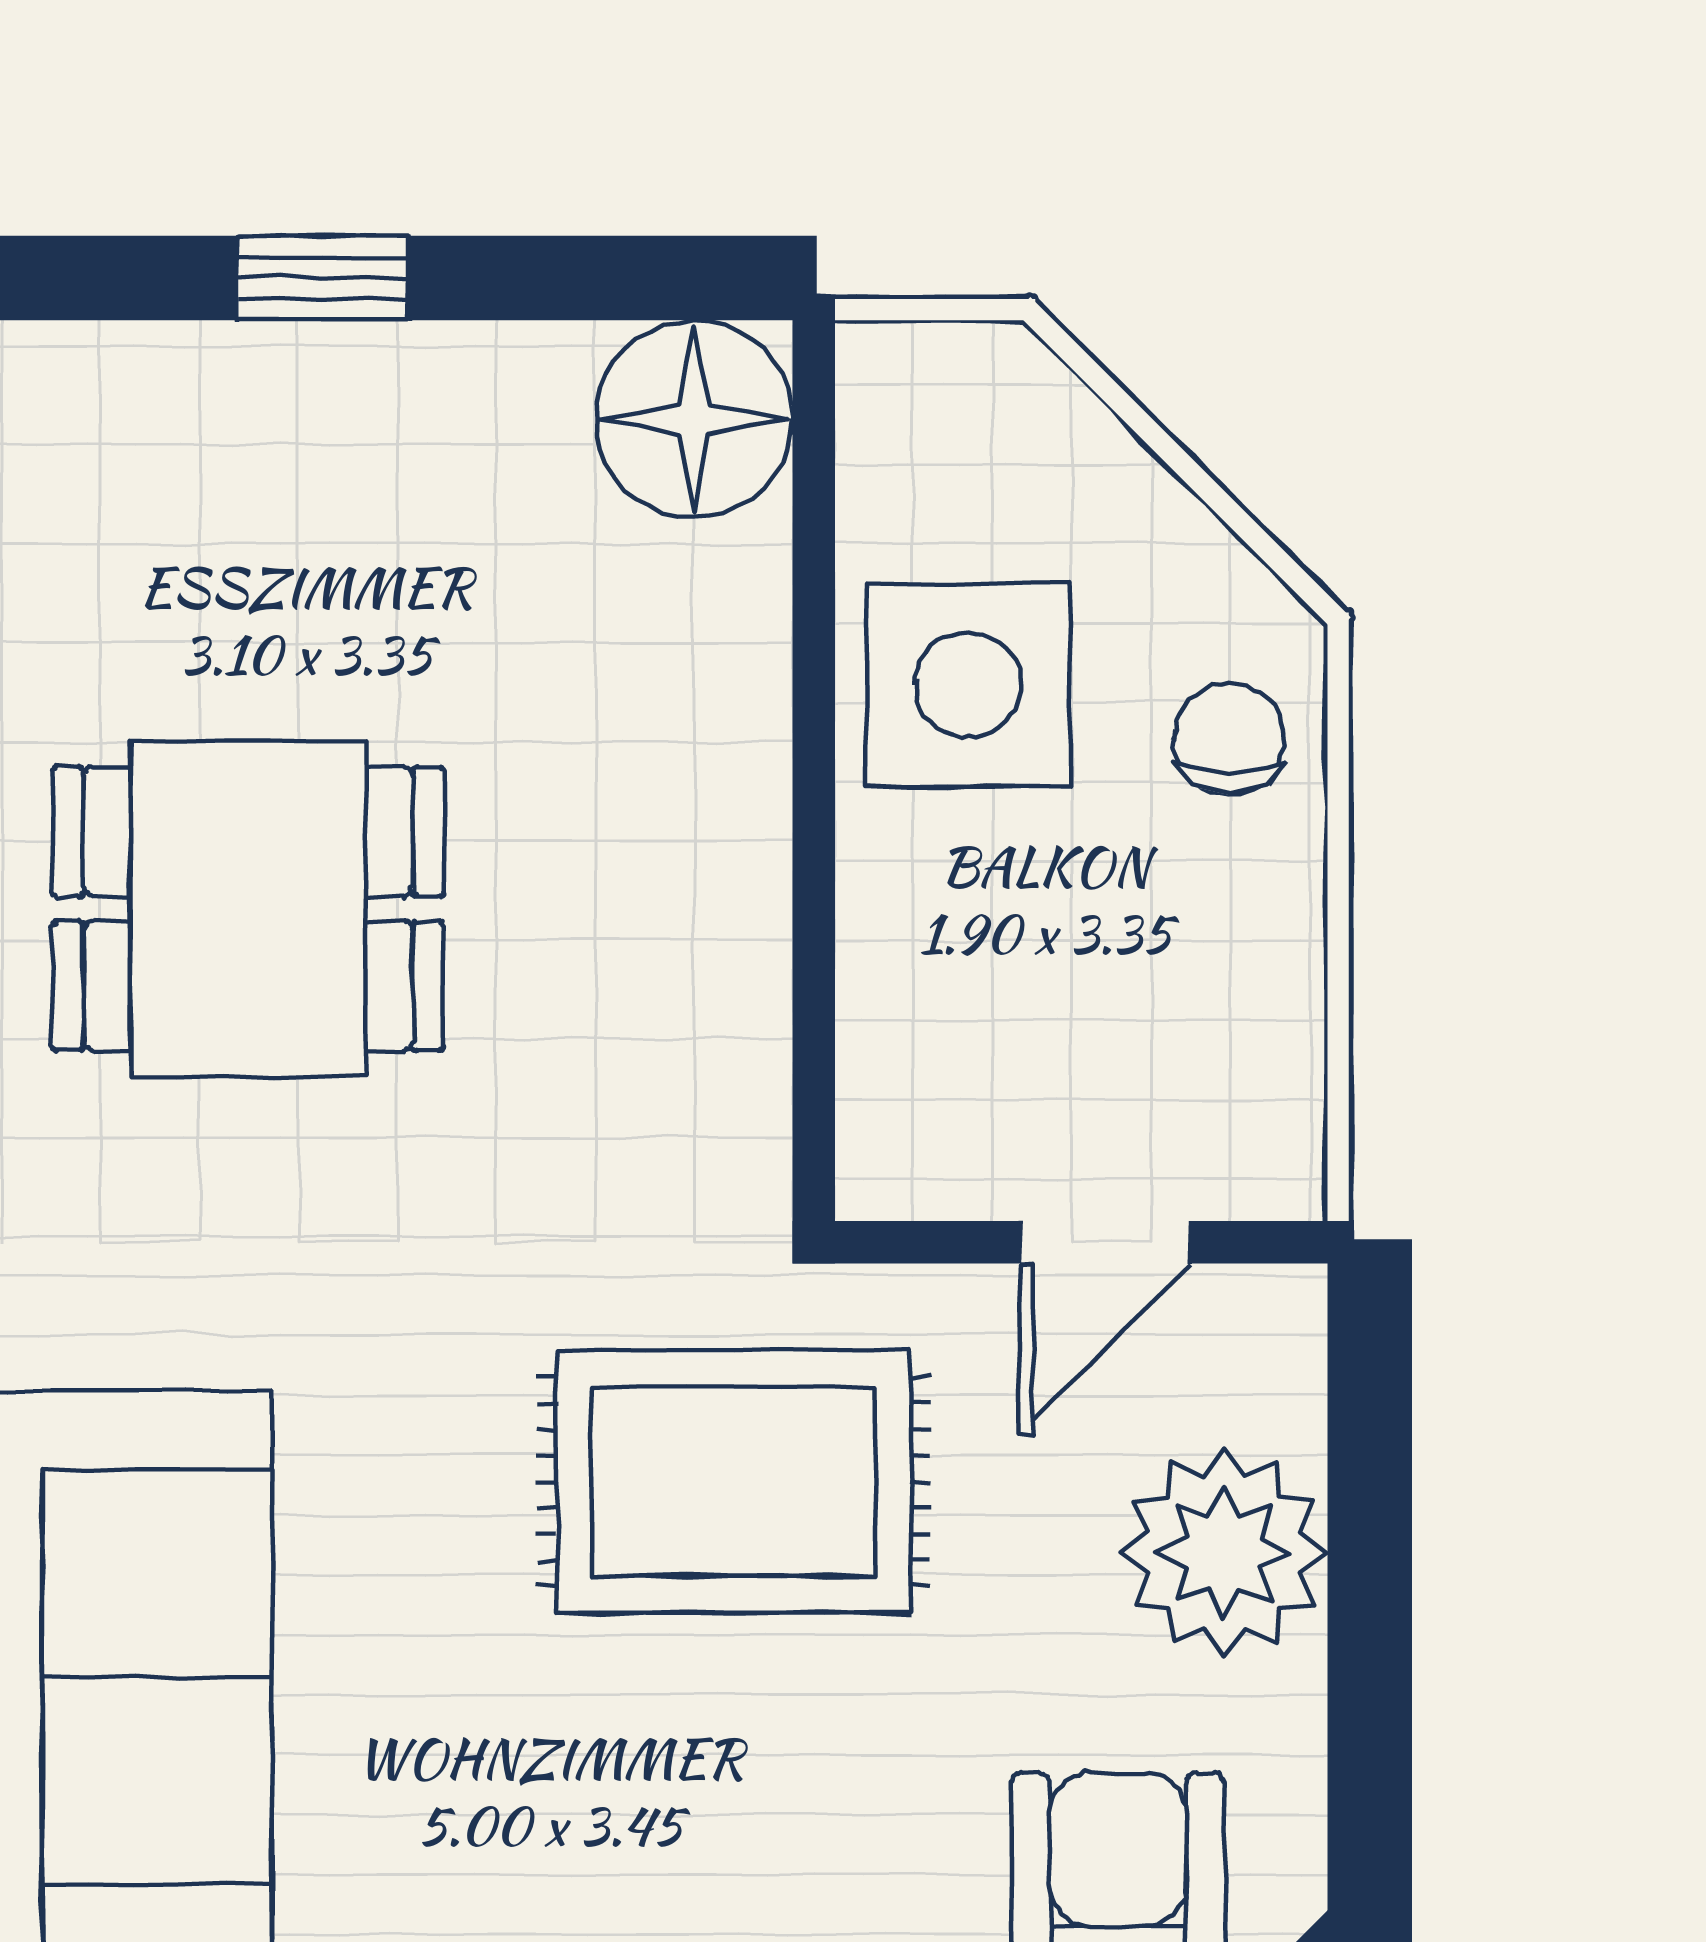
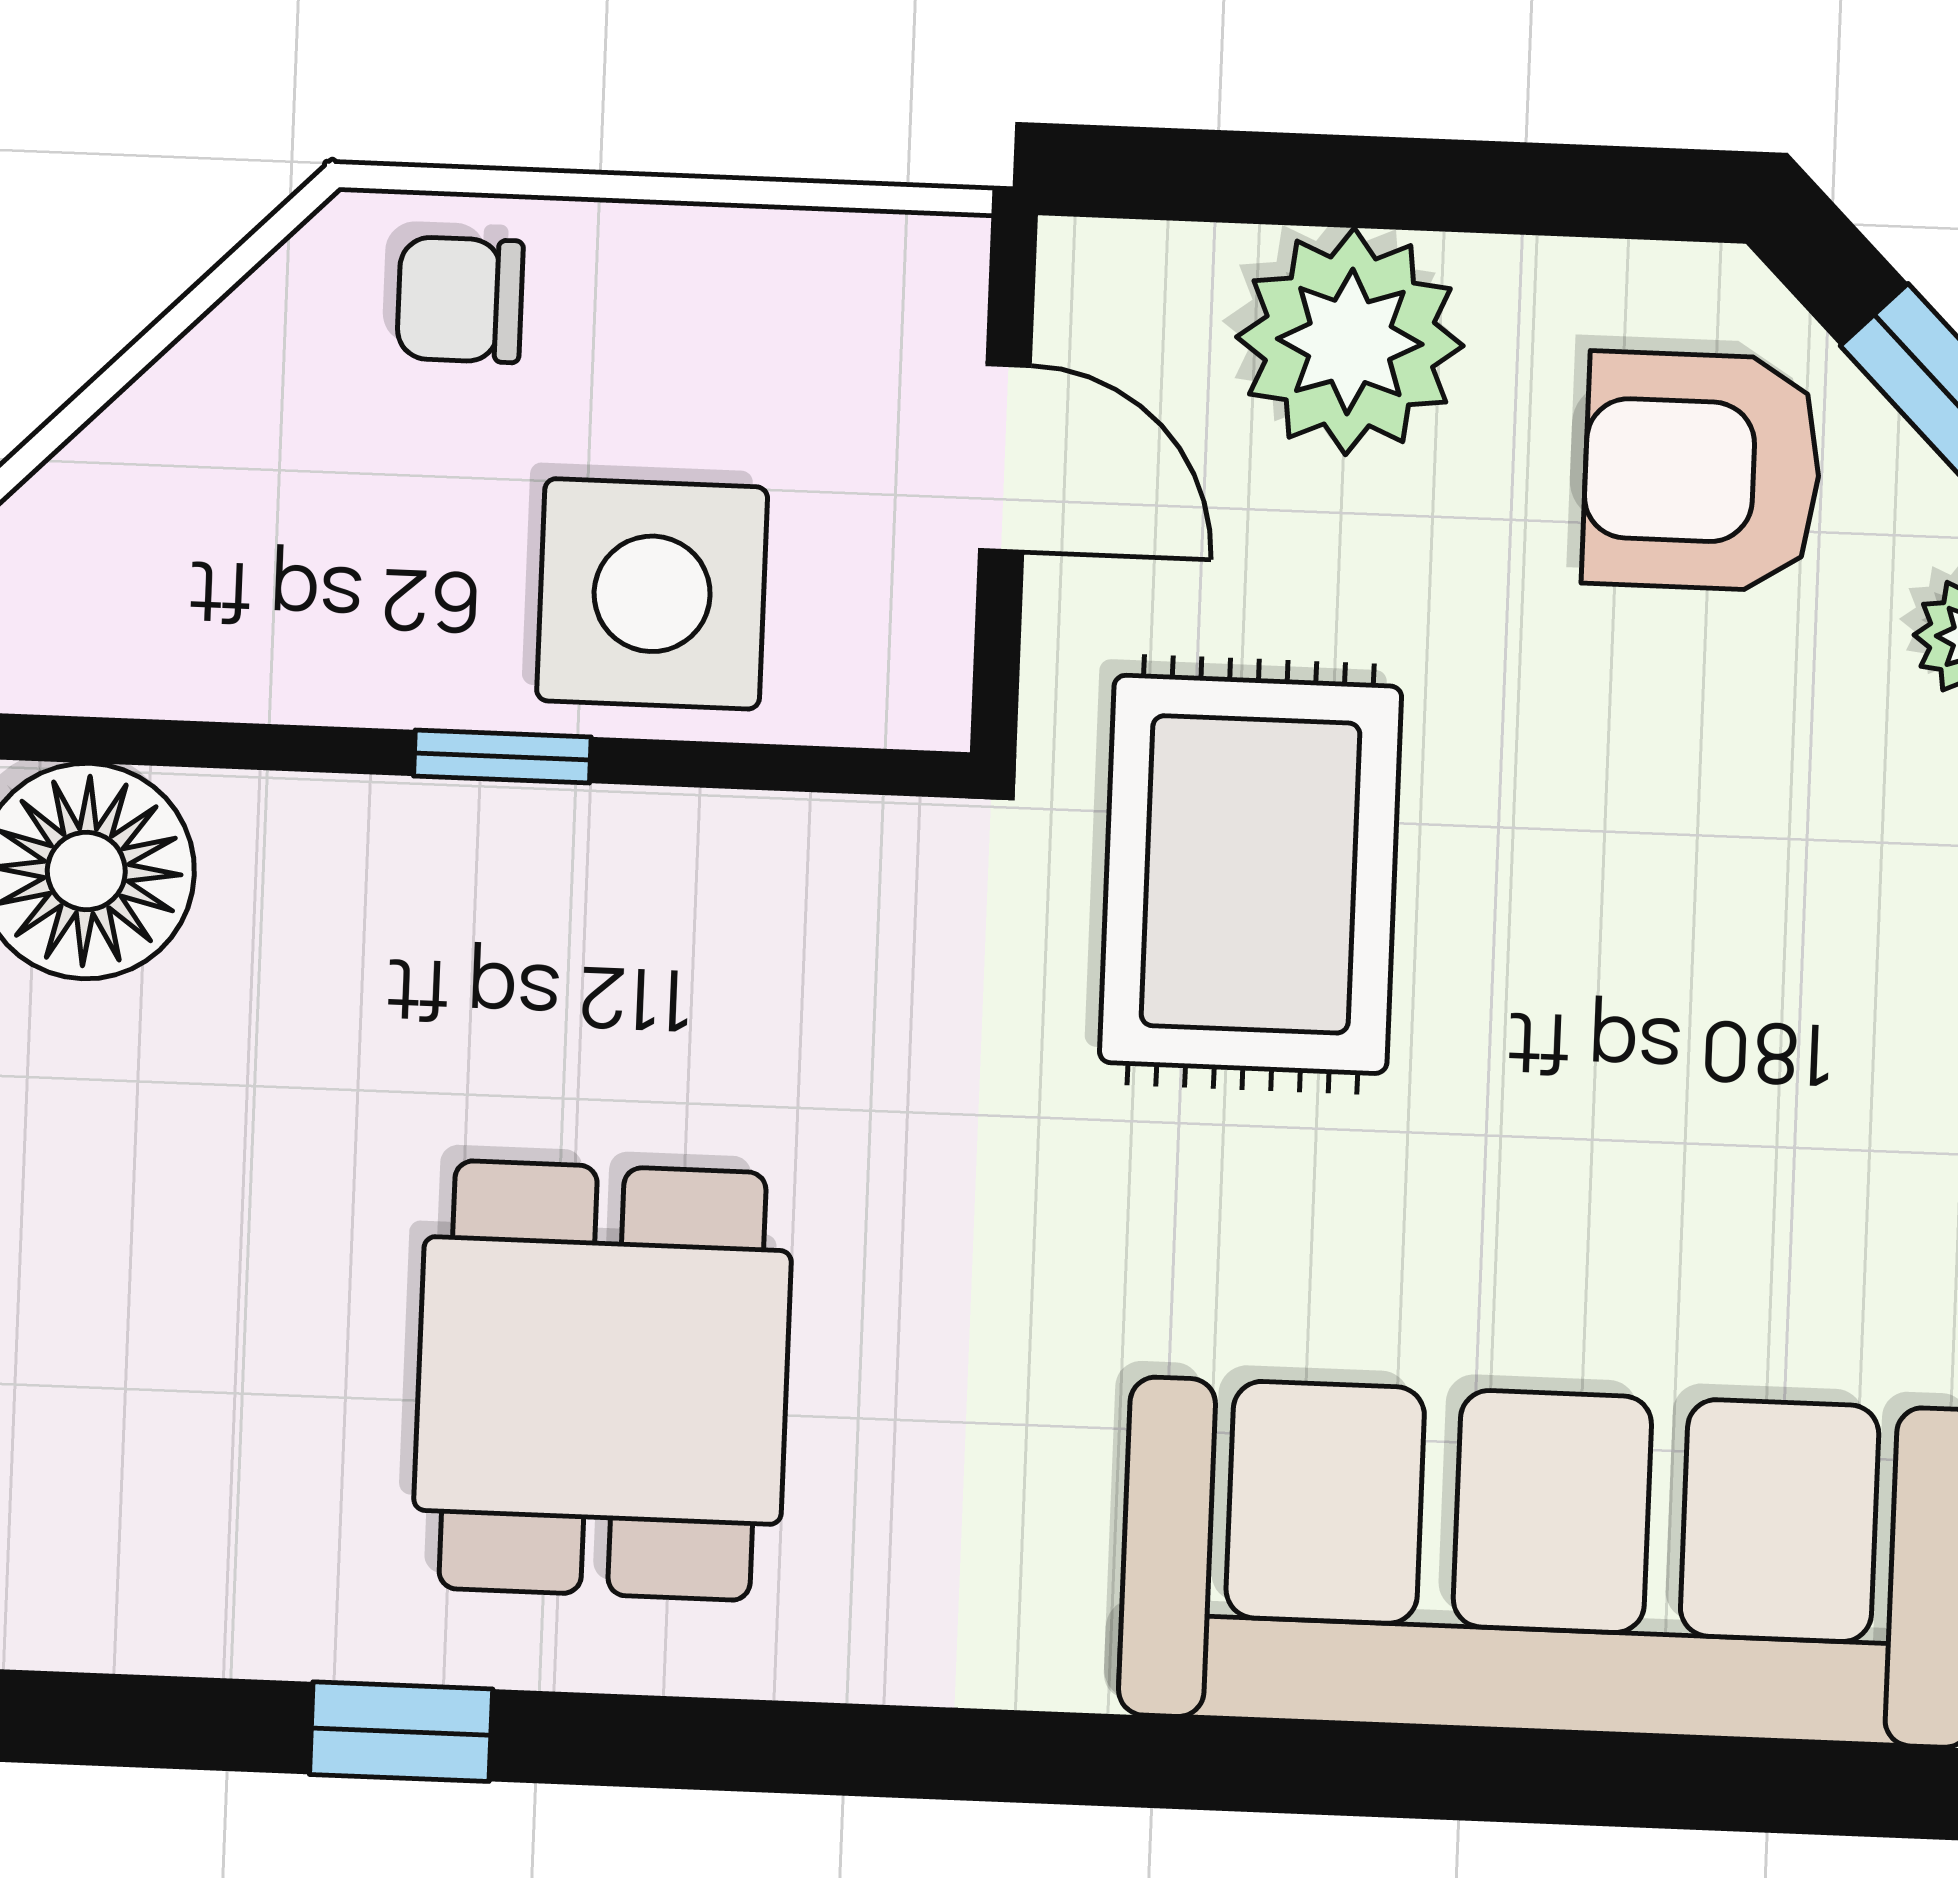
side table: (968, 685) -> (652, 594), moved
window: (814, 794) -> (502, 757), added

